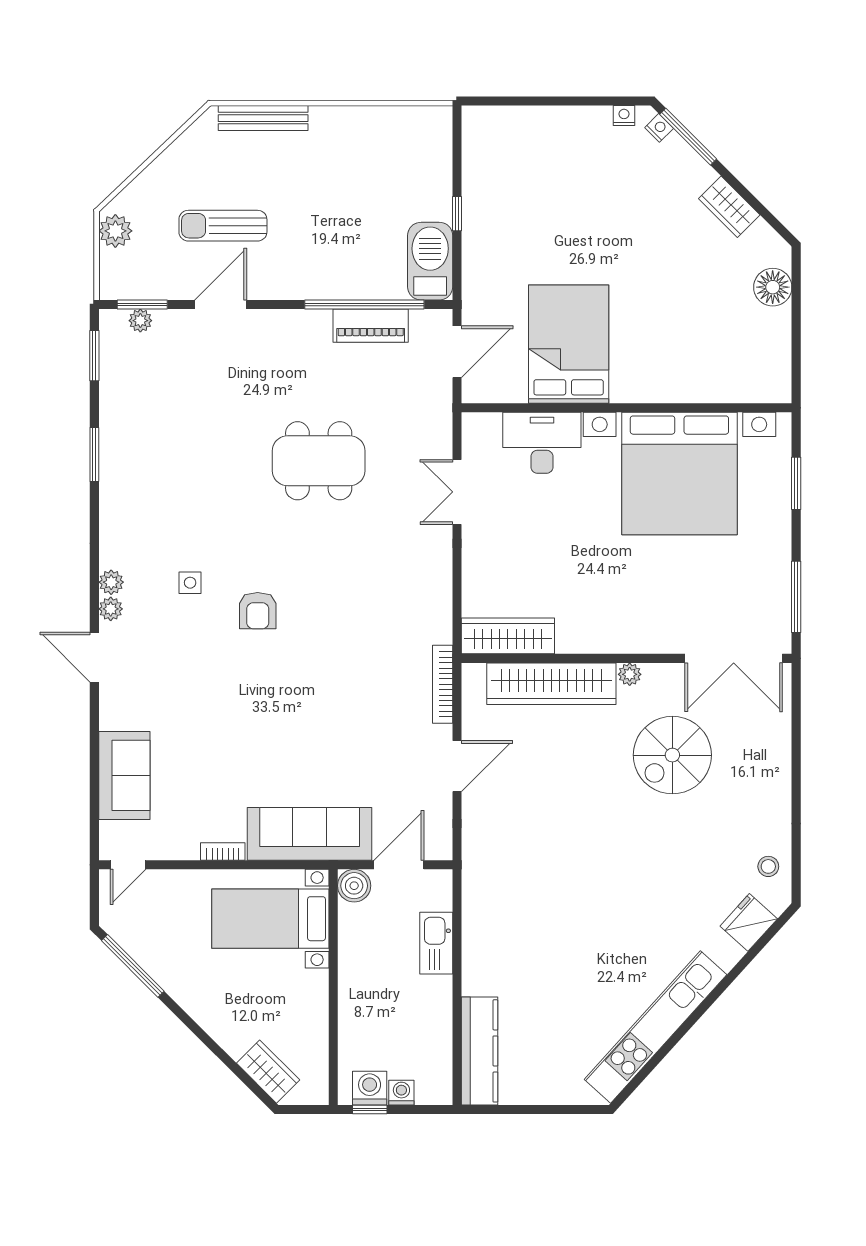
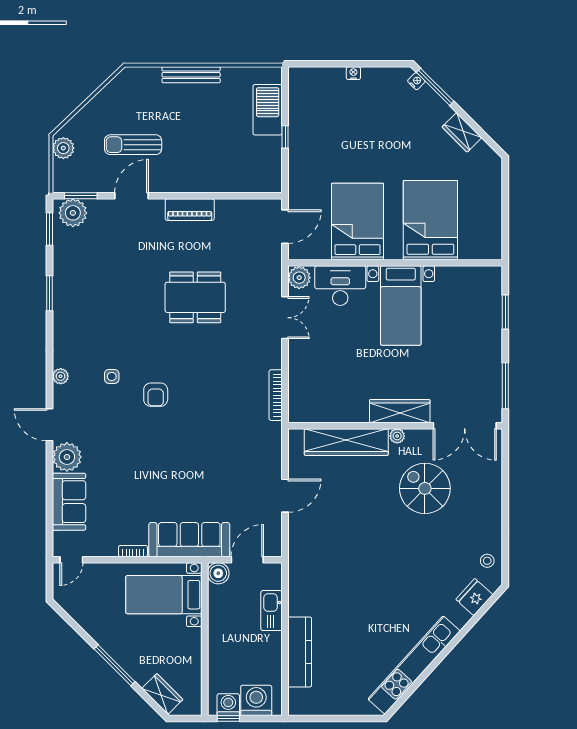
nightstand: (624, 116) -> (353, 73), moved
bench: (263, 118) -> (191, 75), moved
barbecue: (430, 261) -> (268, 110), moved
floor lamp: (773, 287) -> (490, 185), removed
window: (364, 305) -> (225, 196), removed
plant: (140, 321) -> (73, 213), width x1.88, depth x1.88
piano: (371, 326) -> (190, 210), moved
bed: (681, 342) -> (430, 220), added
plant: (479, 430) -> (299, 278), added
bed with nightstands: (679, 474) -> (401, 306), width x0.54
double door: (457, 492) -> (285, 318), swing flipped
plant: (111, 609) -> (67, 457), moved, width x1.88, depth x1.88
wardrobe: (508, 636) -> (400, 411), moved
bookcase: (443, 684) -> (276, 395), moved
spiral stairs: (672, 755) -> (425, 488), turned 90
window: (133, 966) -> (115, 665), moved
kitchen counter: (480, 1051) -> (300, 652), moved
washing machine: (401, 1093) -> (256, 700), width x1.89, depth x1.89

